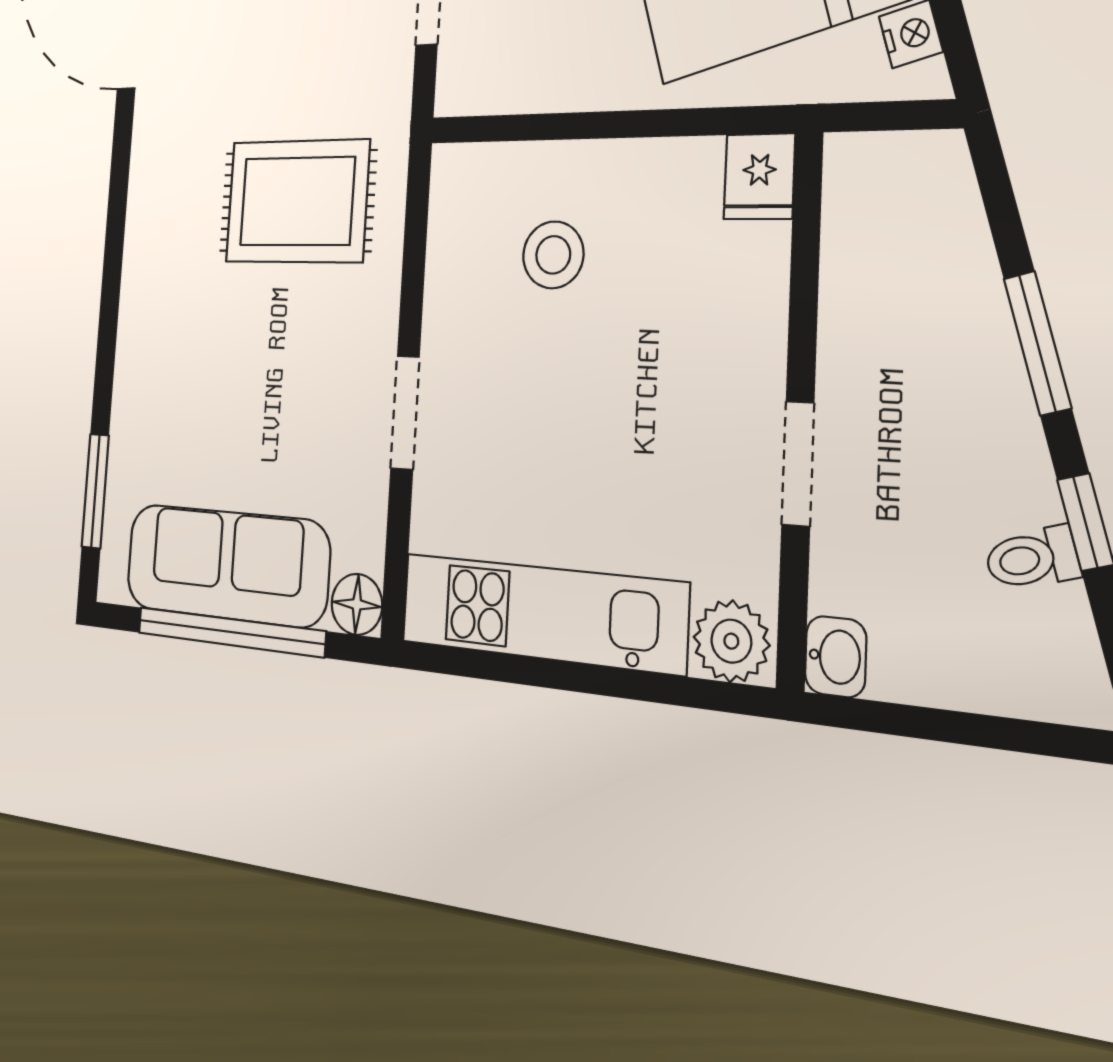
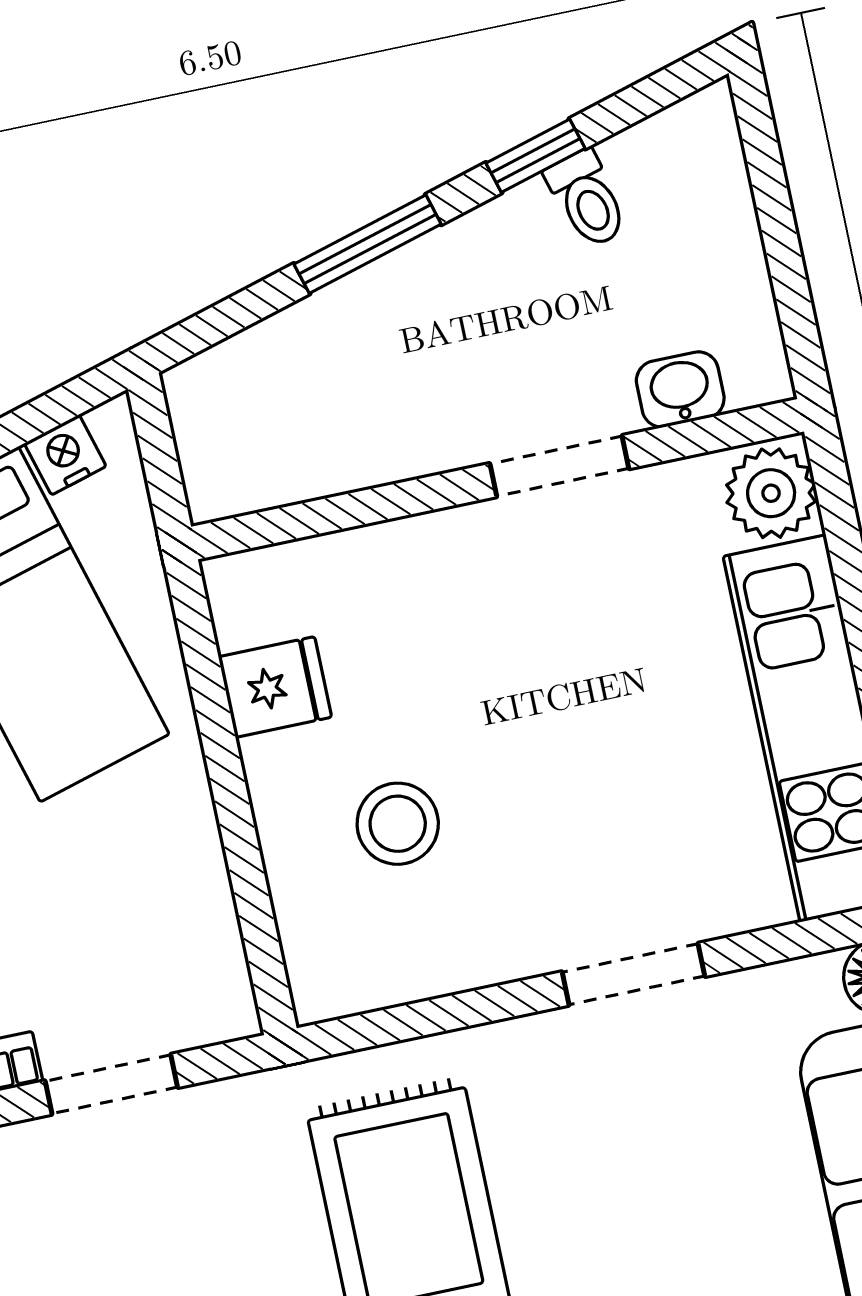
fridge: (759, 177) -> (275, 687), moved
washbasin: (836, 657) -> (680, 390), moved

